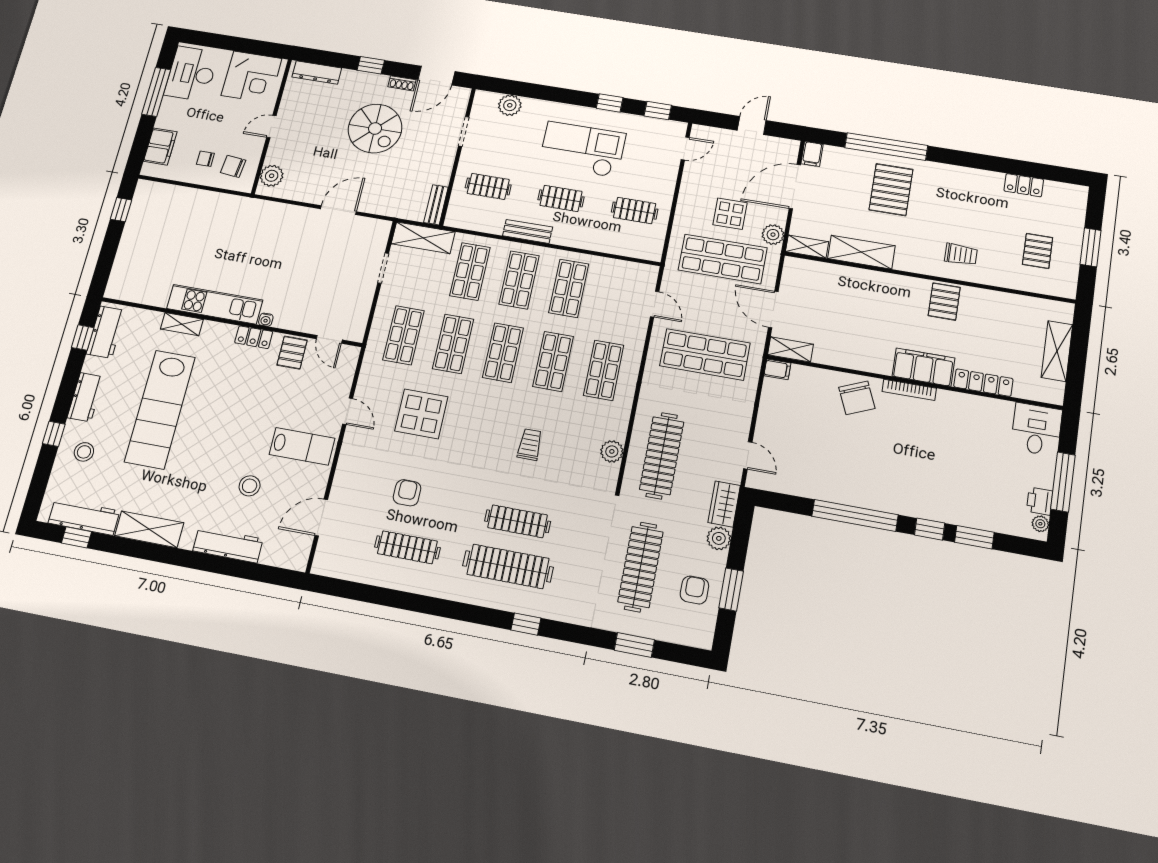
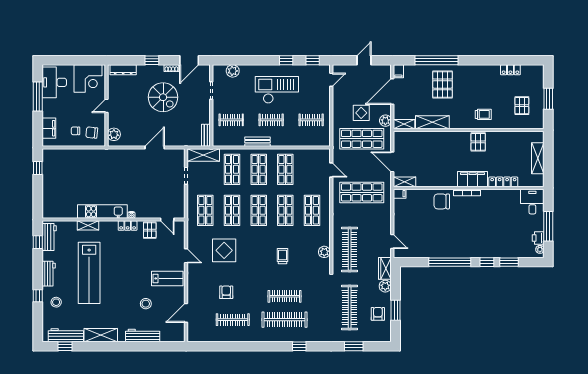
chair: (857, 398) -> (442, 201), turned 113

